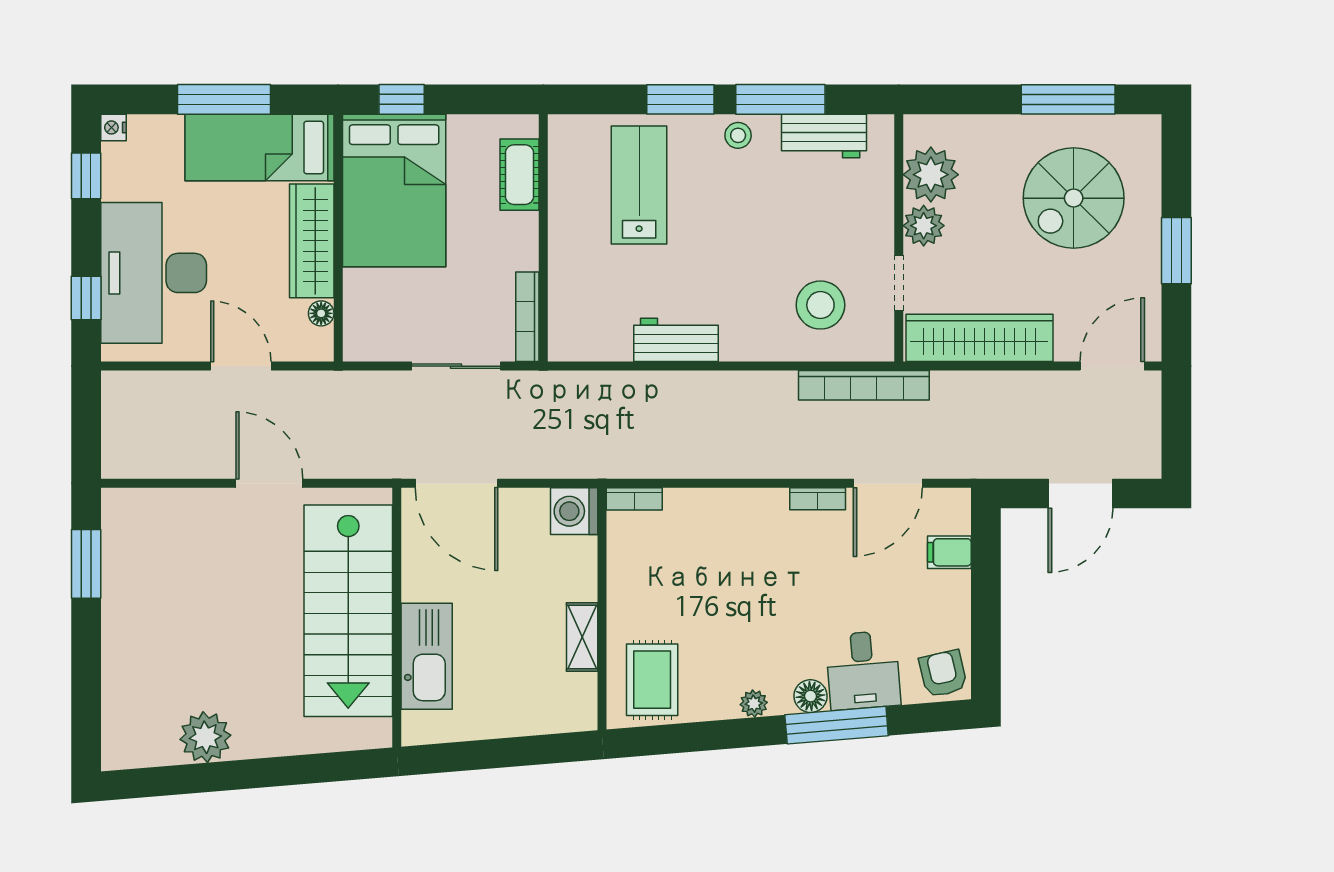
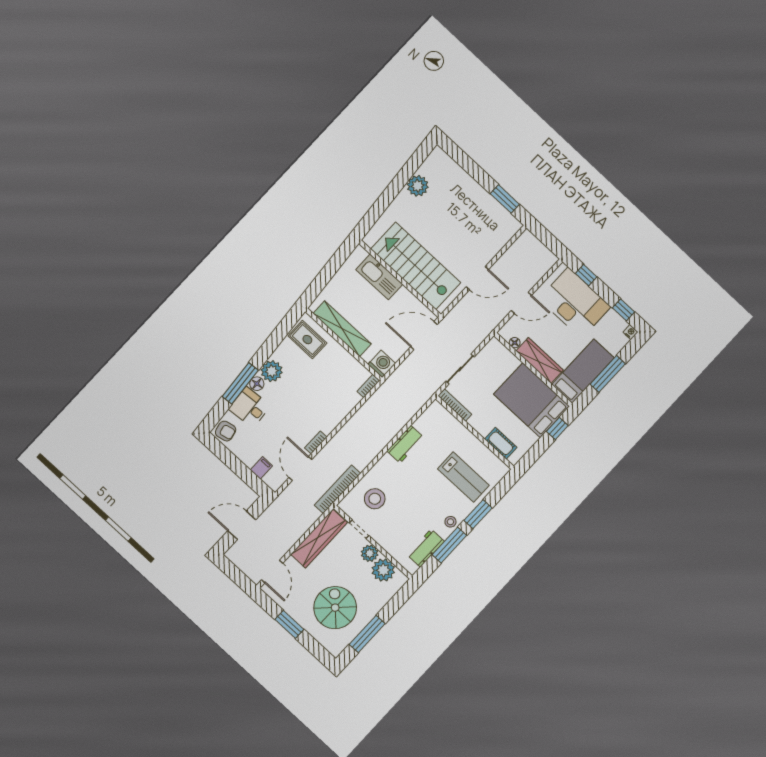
door: (1080, 494) -> (242, 525), hinge flipped
shelving: (582, 637) -> (342, 329), width x2.20, depth x1.33
plant: (754, 704) -> (272, 371), width x1.87, depth x1.87

